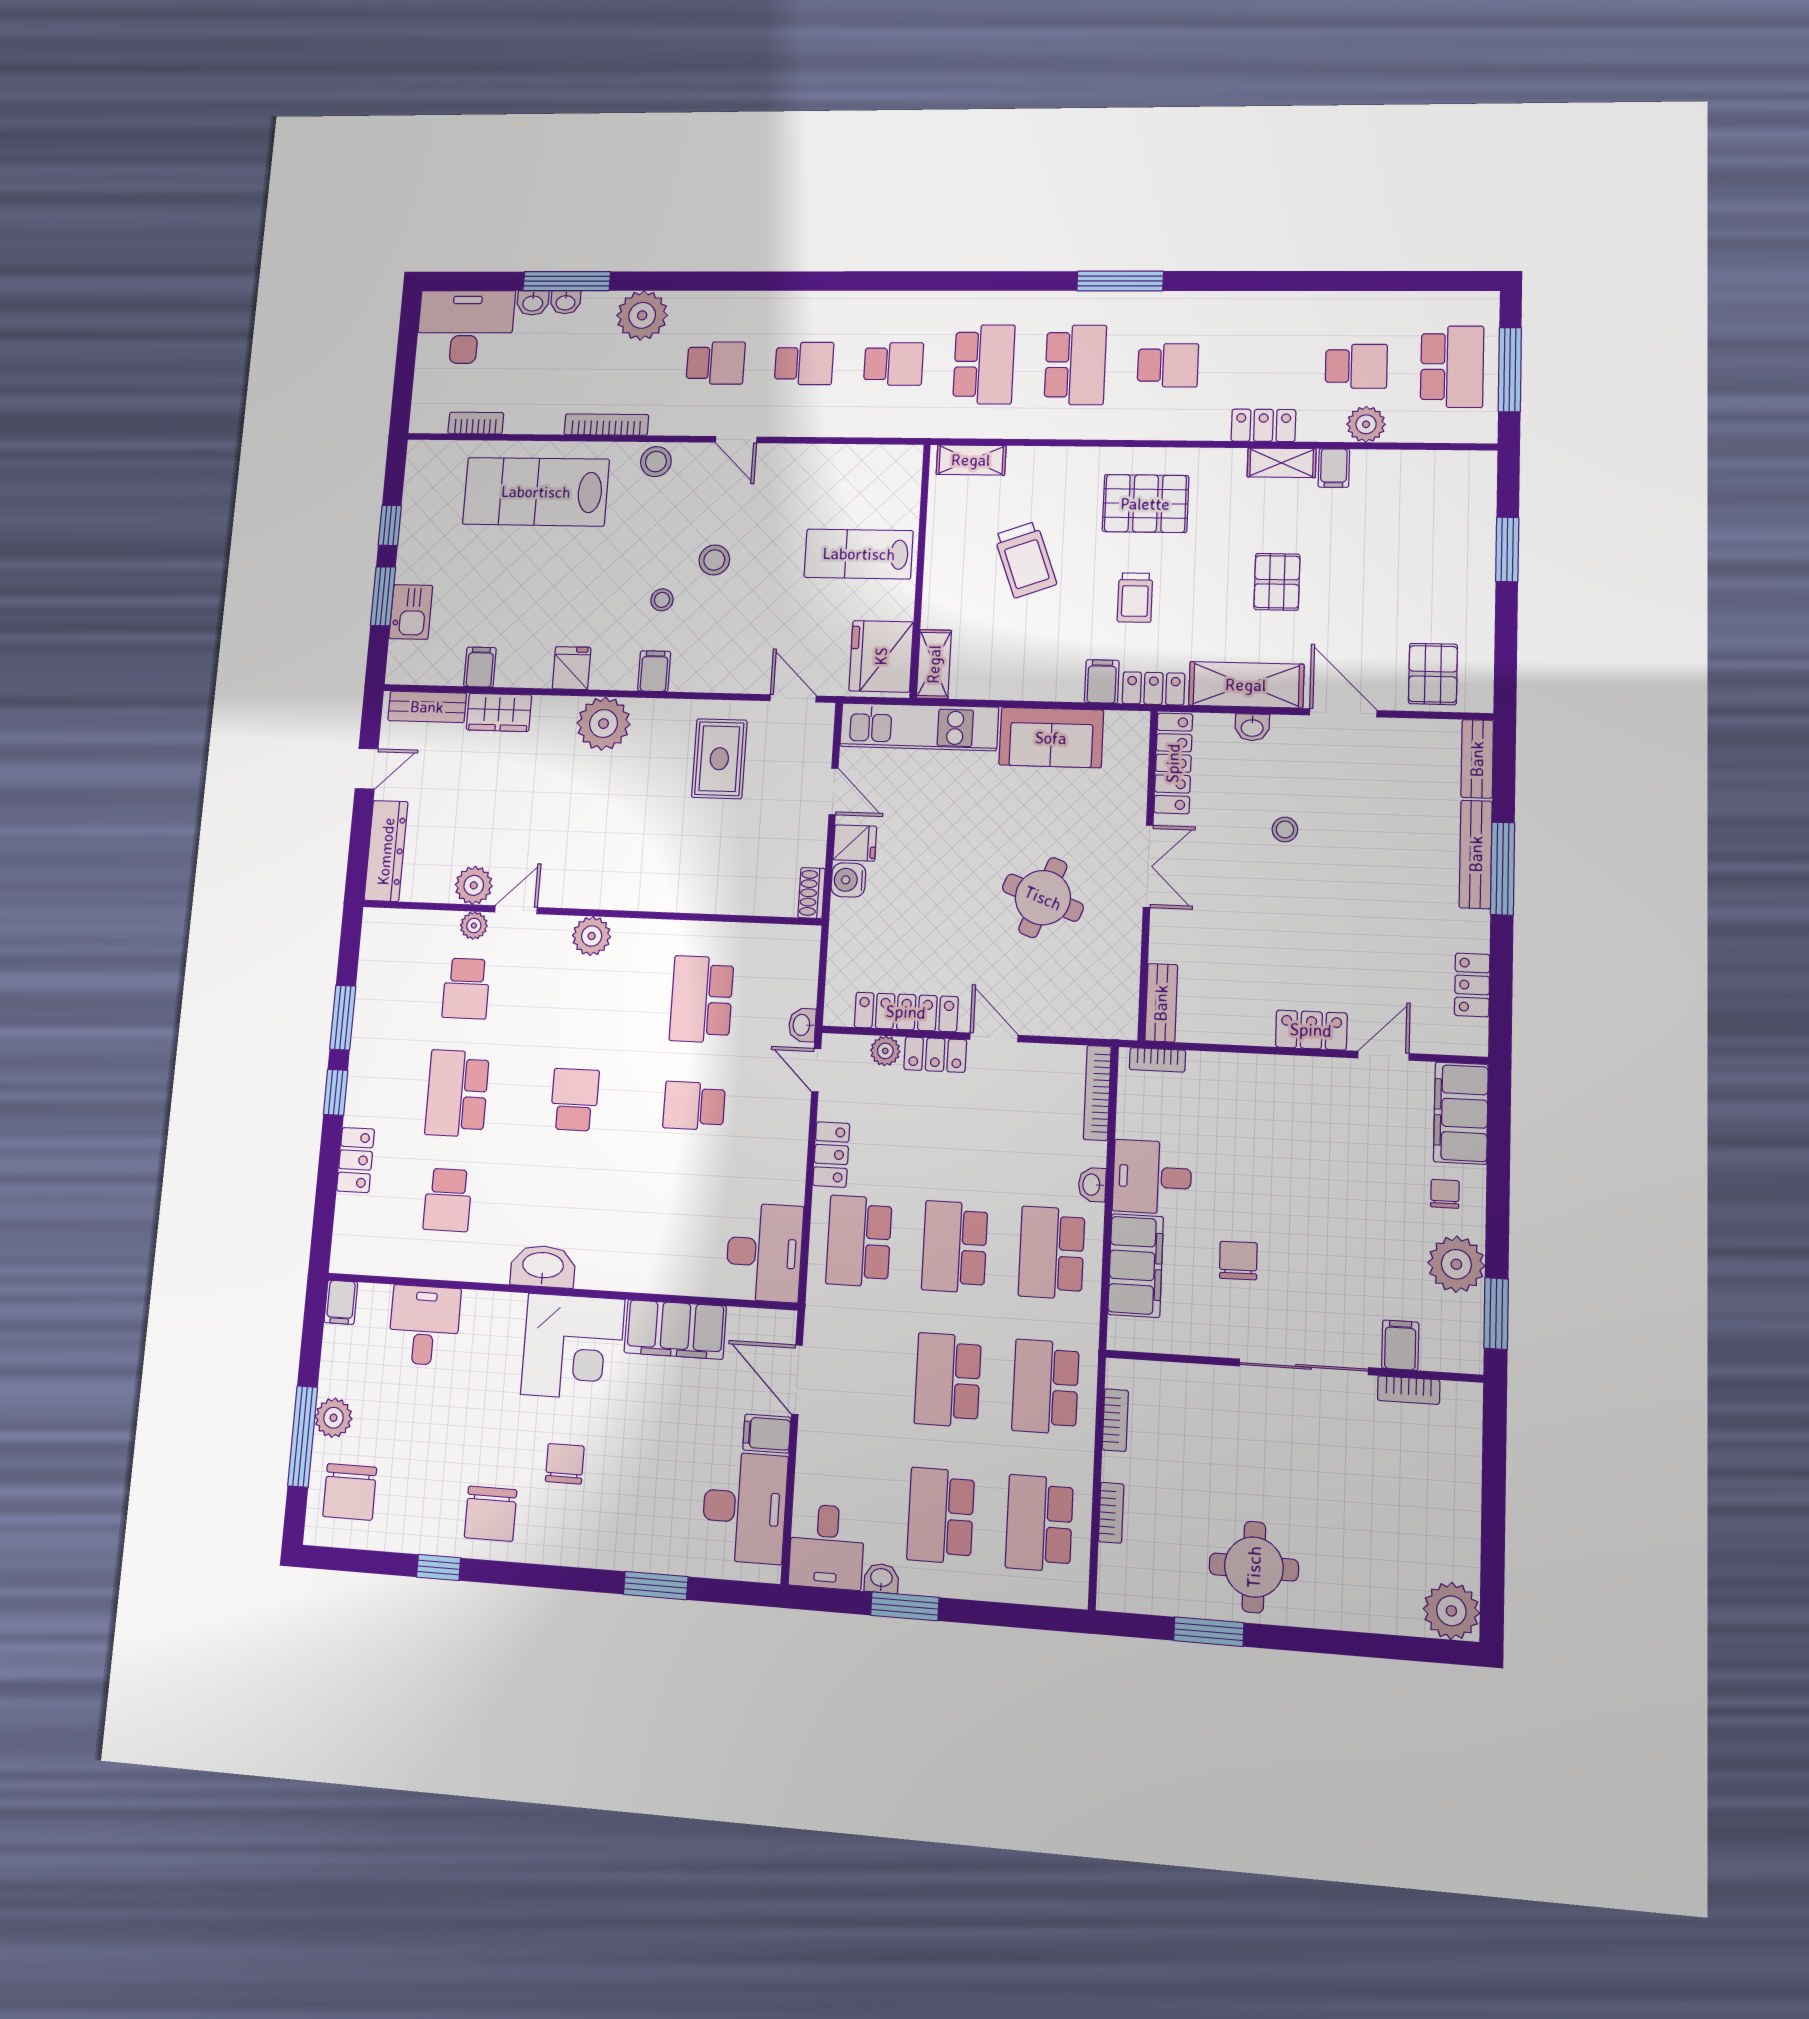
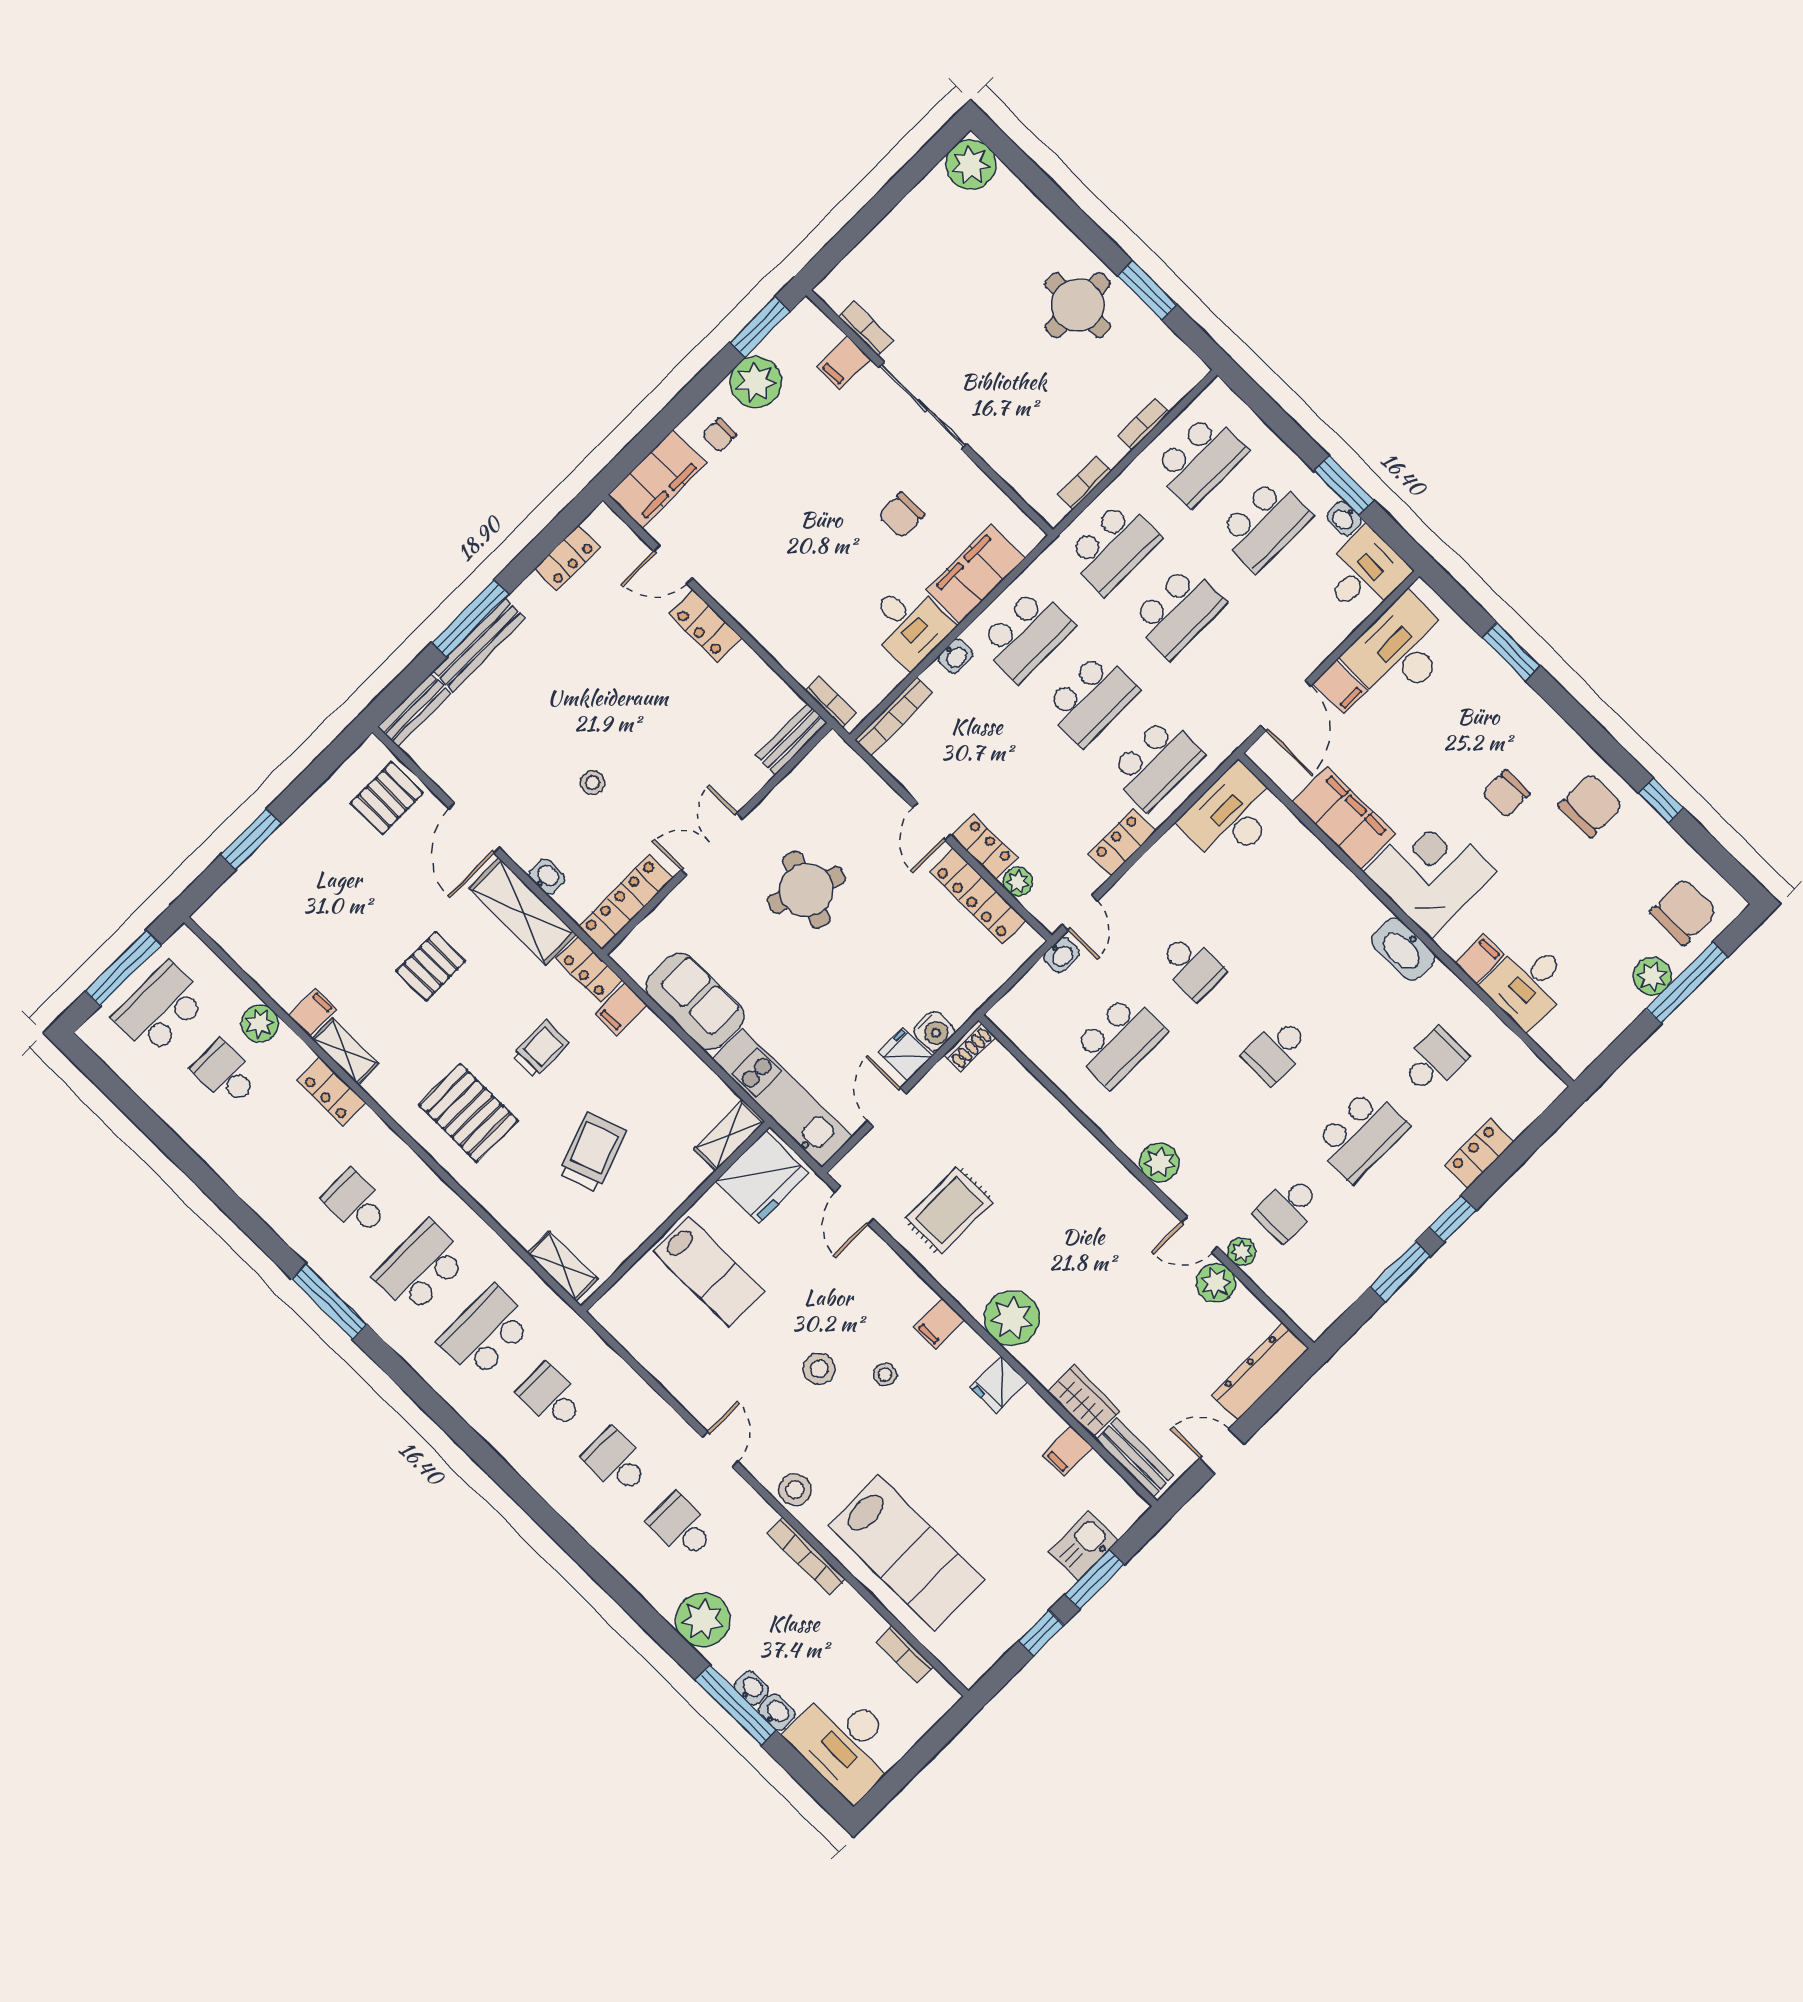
school desk: (466, 989) -> (1288, 1208), turned 180
filing cabinet: (341, 1302) -> (1479, 959), moved

